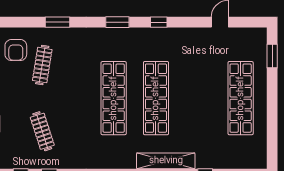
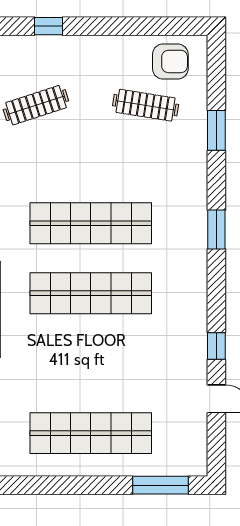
window: (159, 22) -> (216, 346), moved
armchair: (16, 50) -> (170, 61), turned 180
window: (272, 56) -> (161, 485), width x1.44

